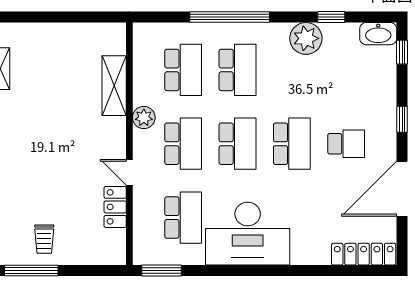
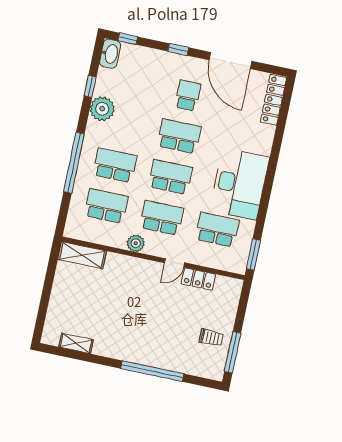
shelving: (114, 86) -> (82, 255), moved

